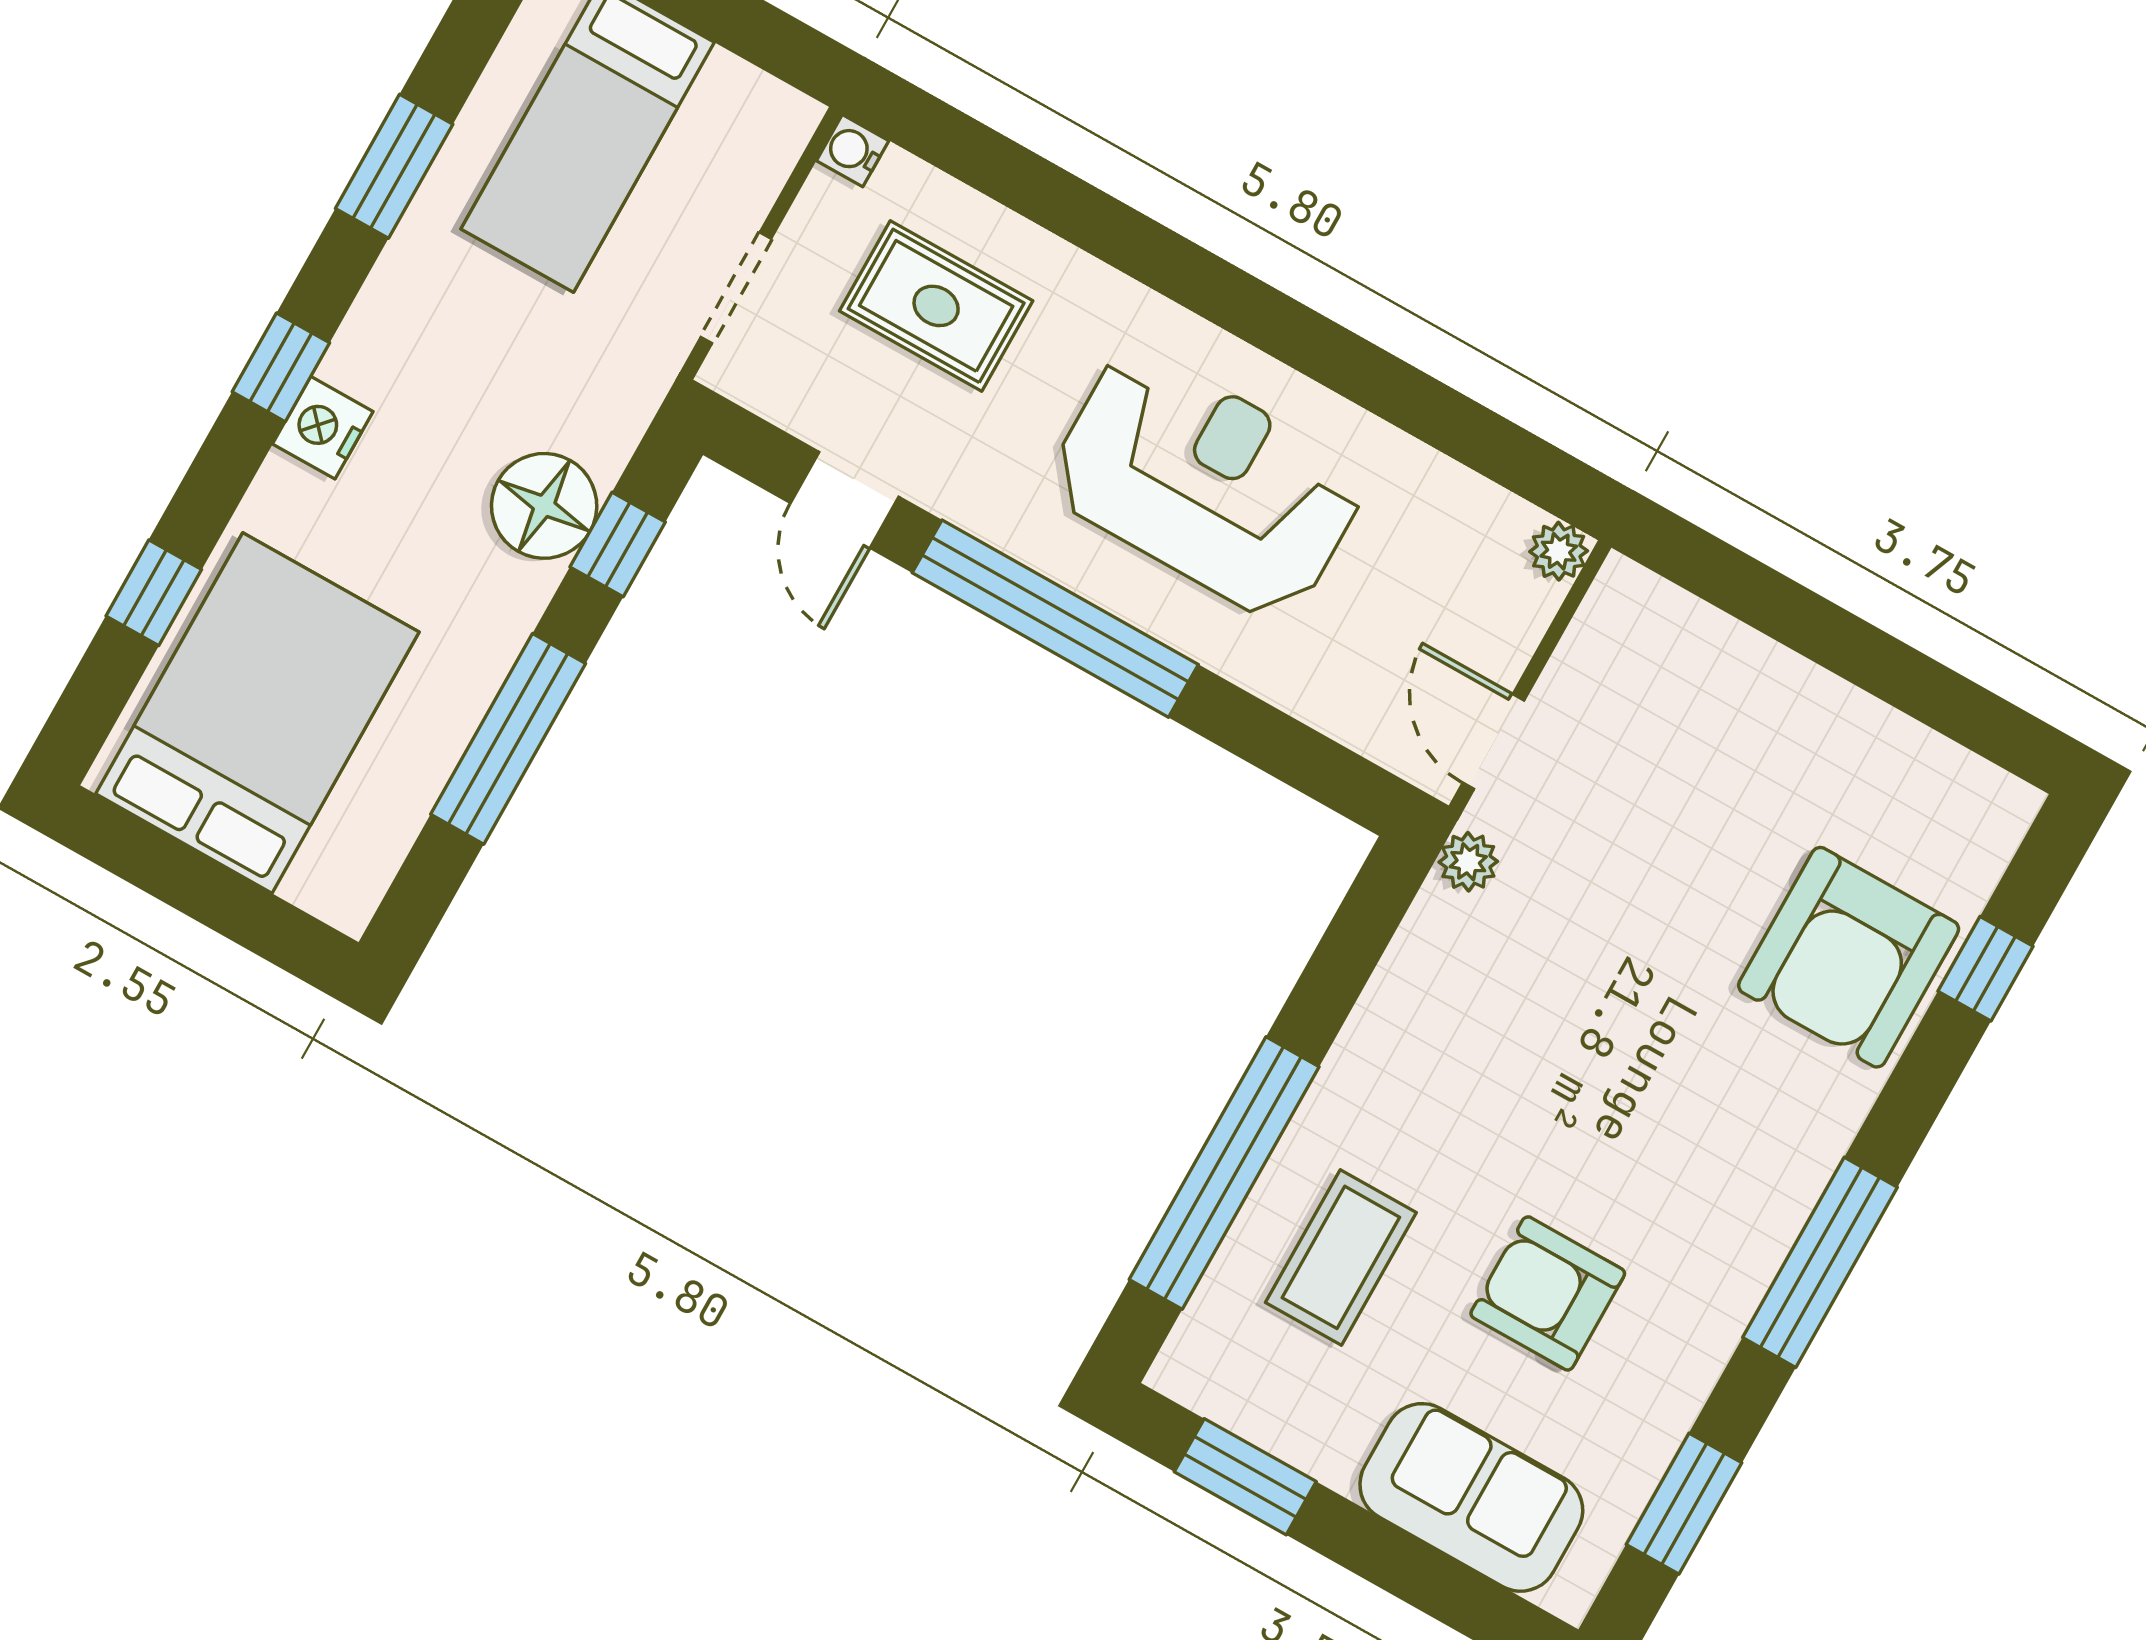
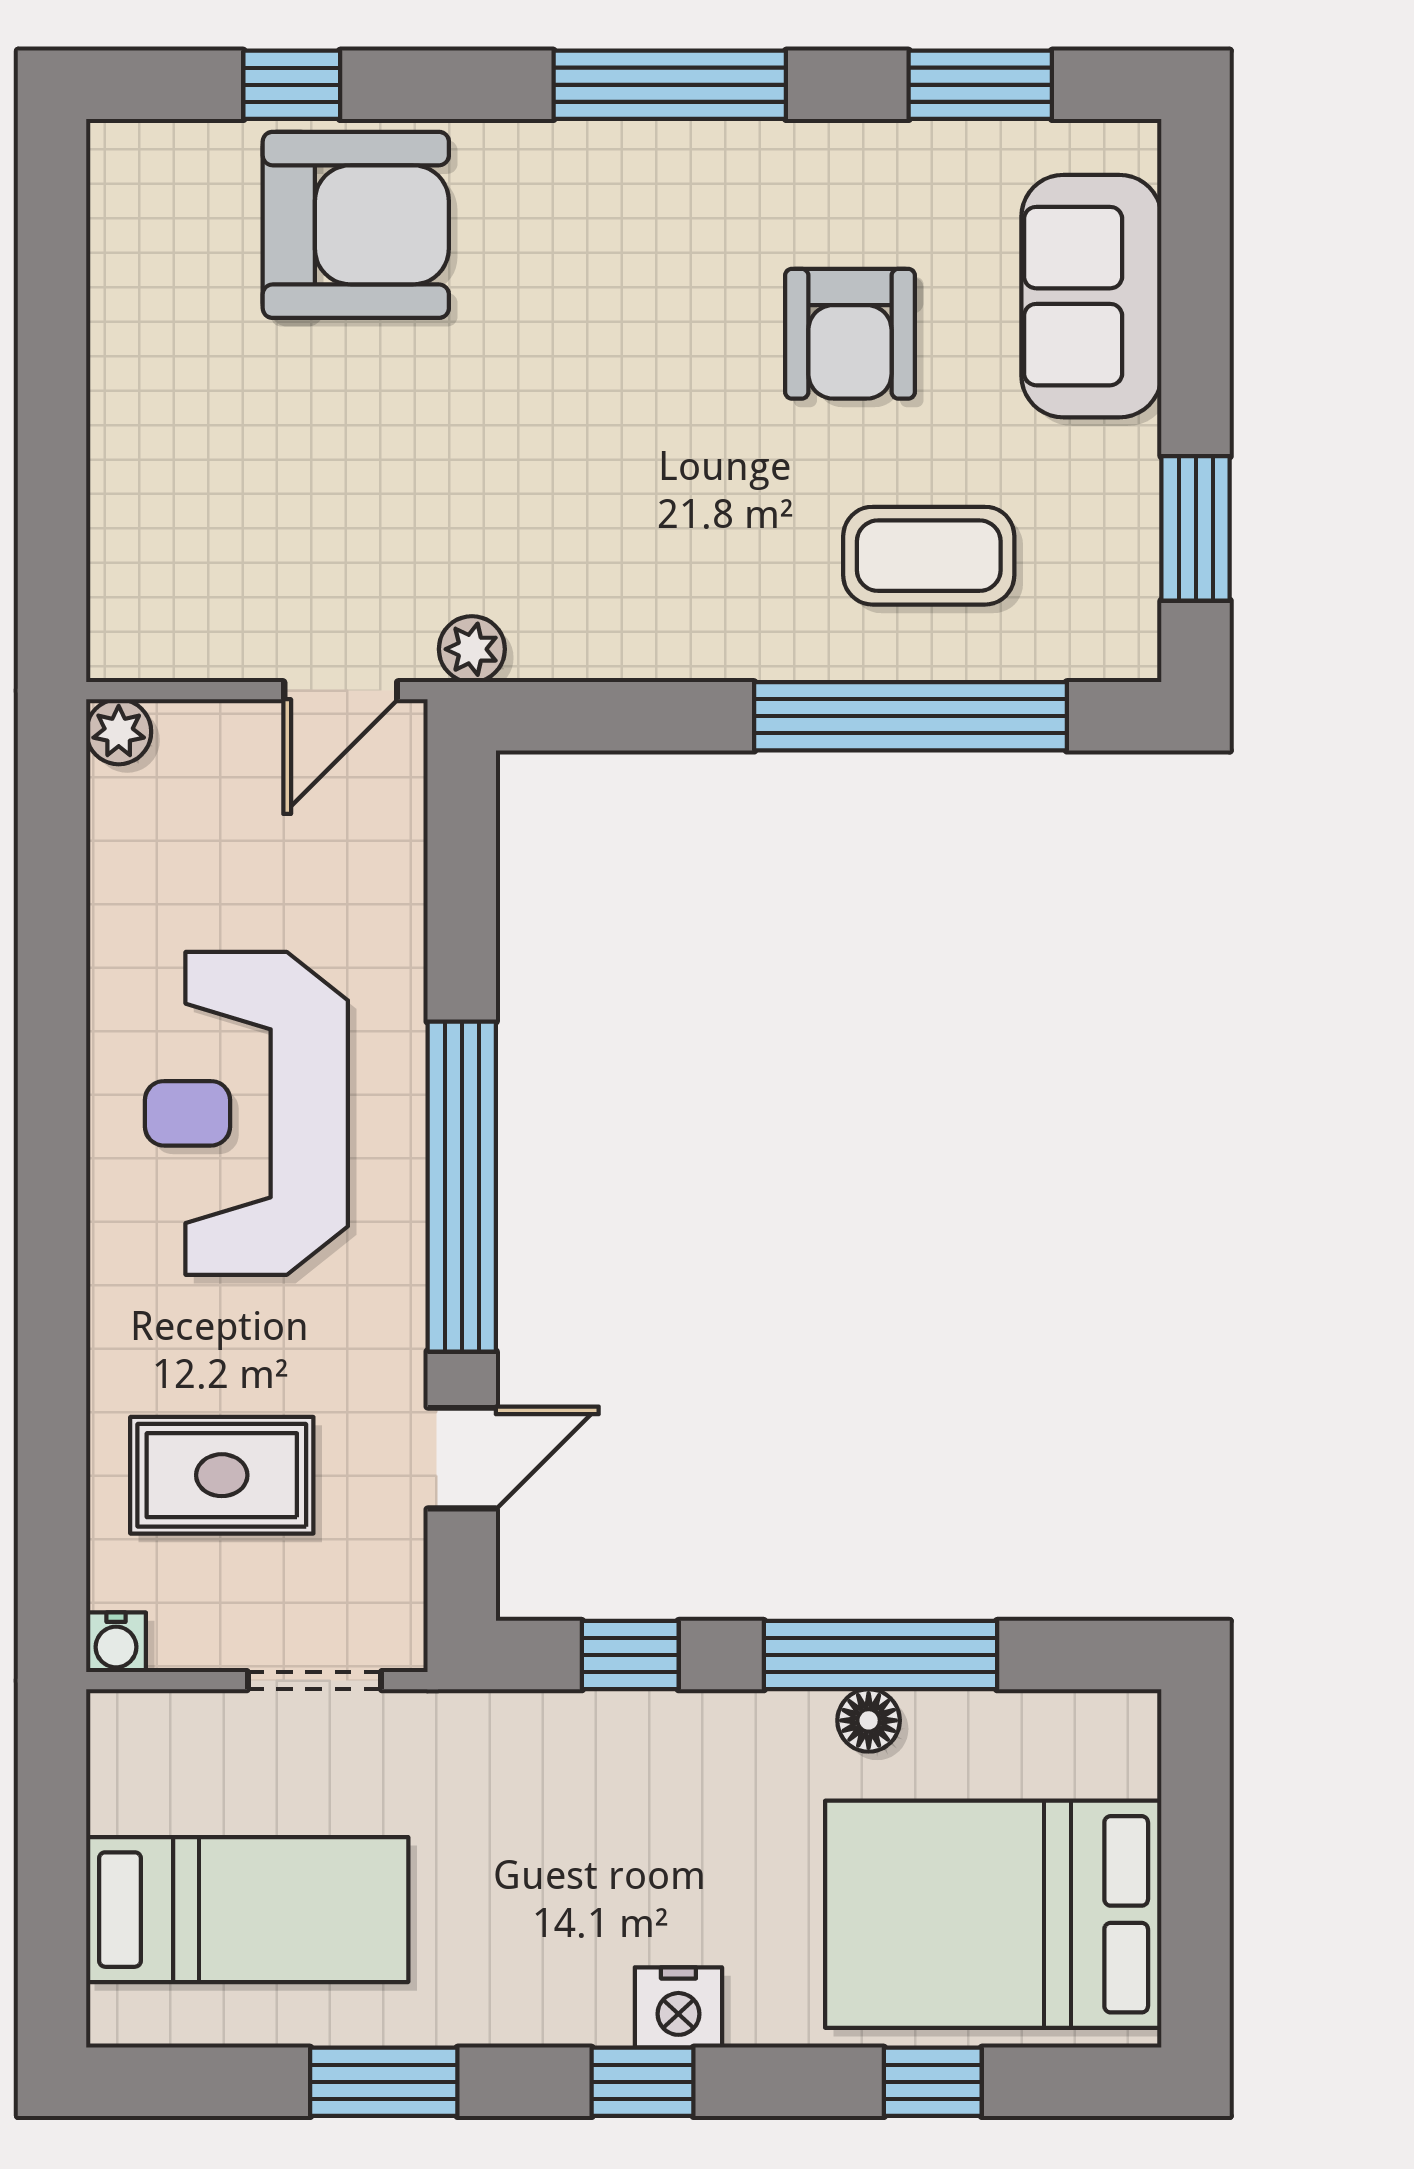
rug: (936, 306) -> (222, 1475), turned 90
floor lamp: (544, 506) -> (869, 1720), moved, width x0.53, depth x0.53

